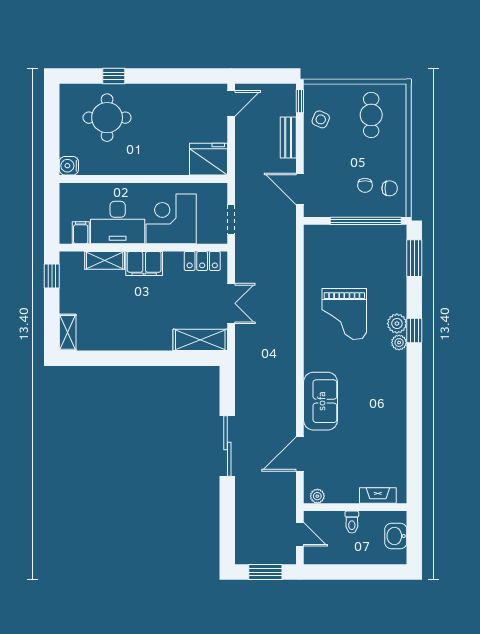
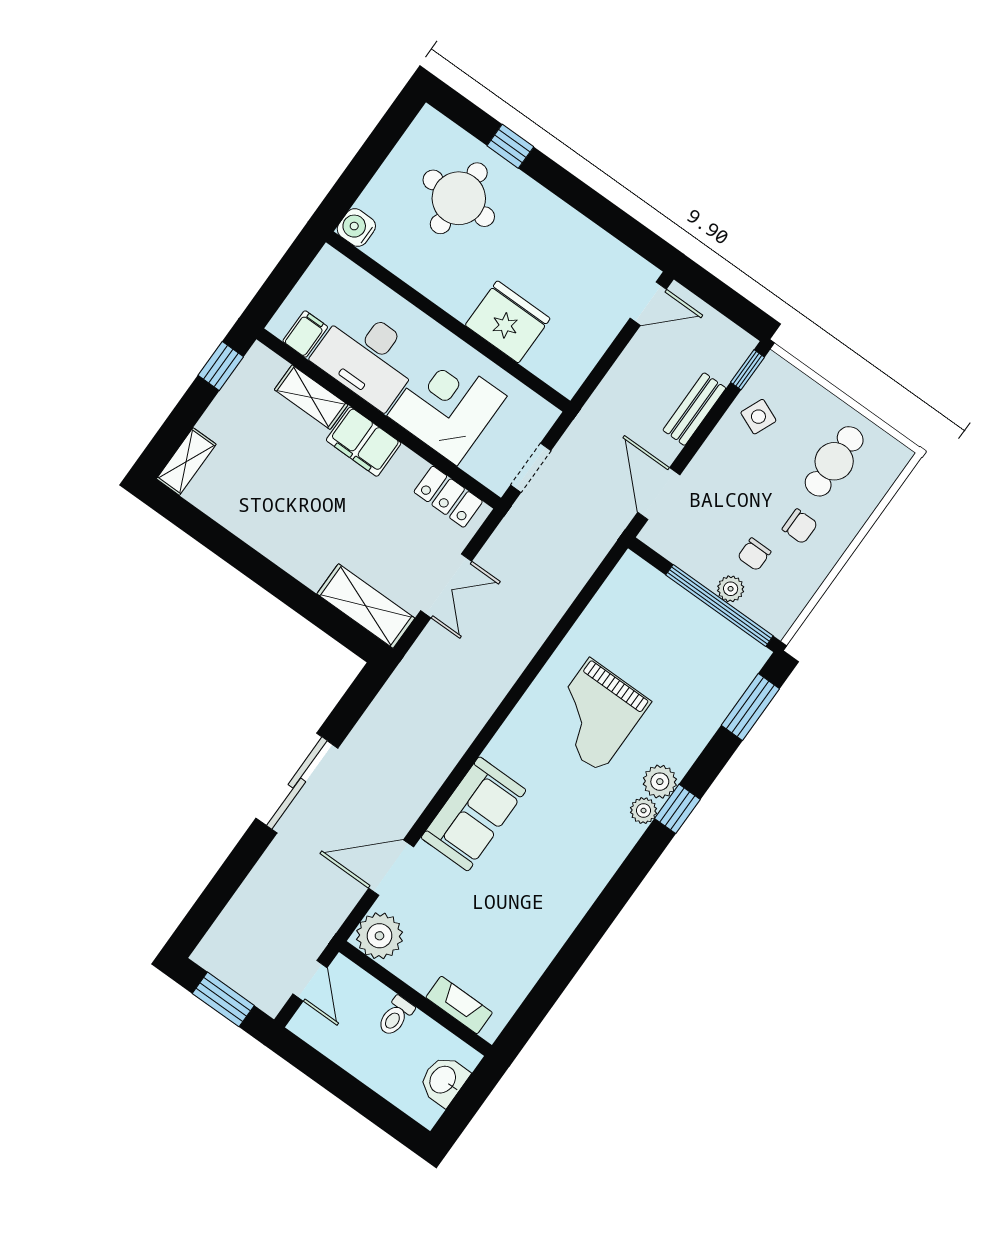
fridge: (208, 159) -> (508, 322), moved
chair: (390, 188) -> (800, 526), moved
plant: (365, 209) -> (731, 589), added
plant: (317, 496) -> (379, 936), width x1.88, depth x1.88

